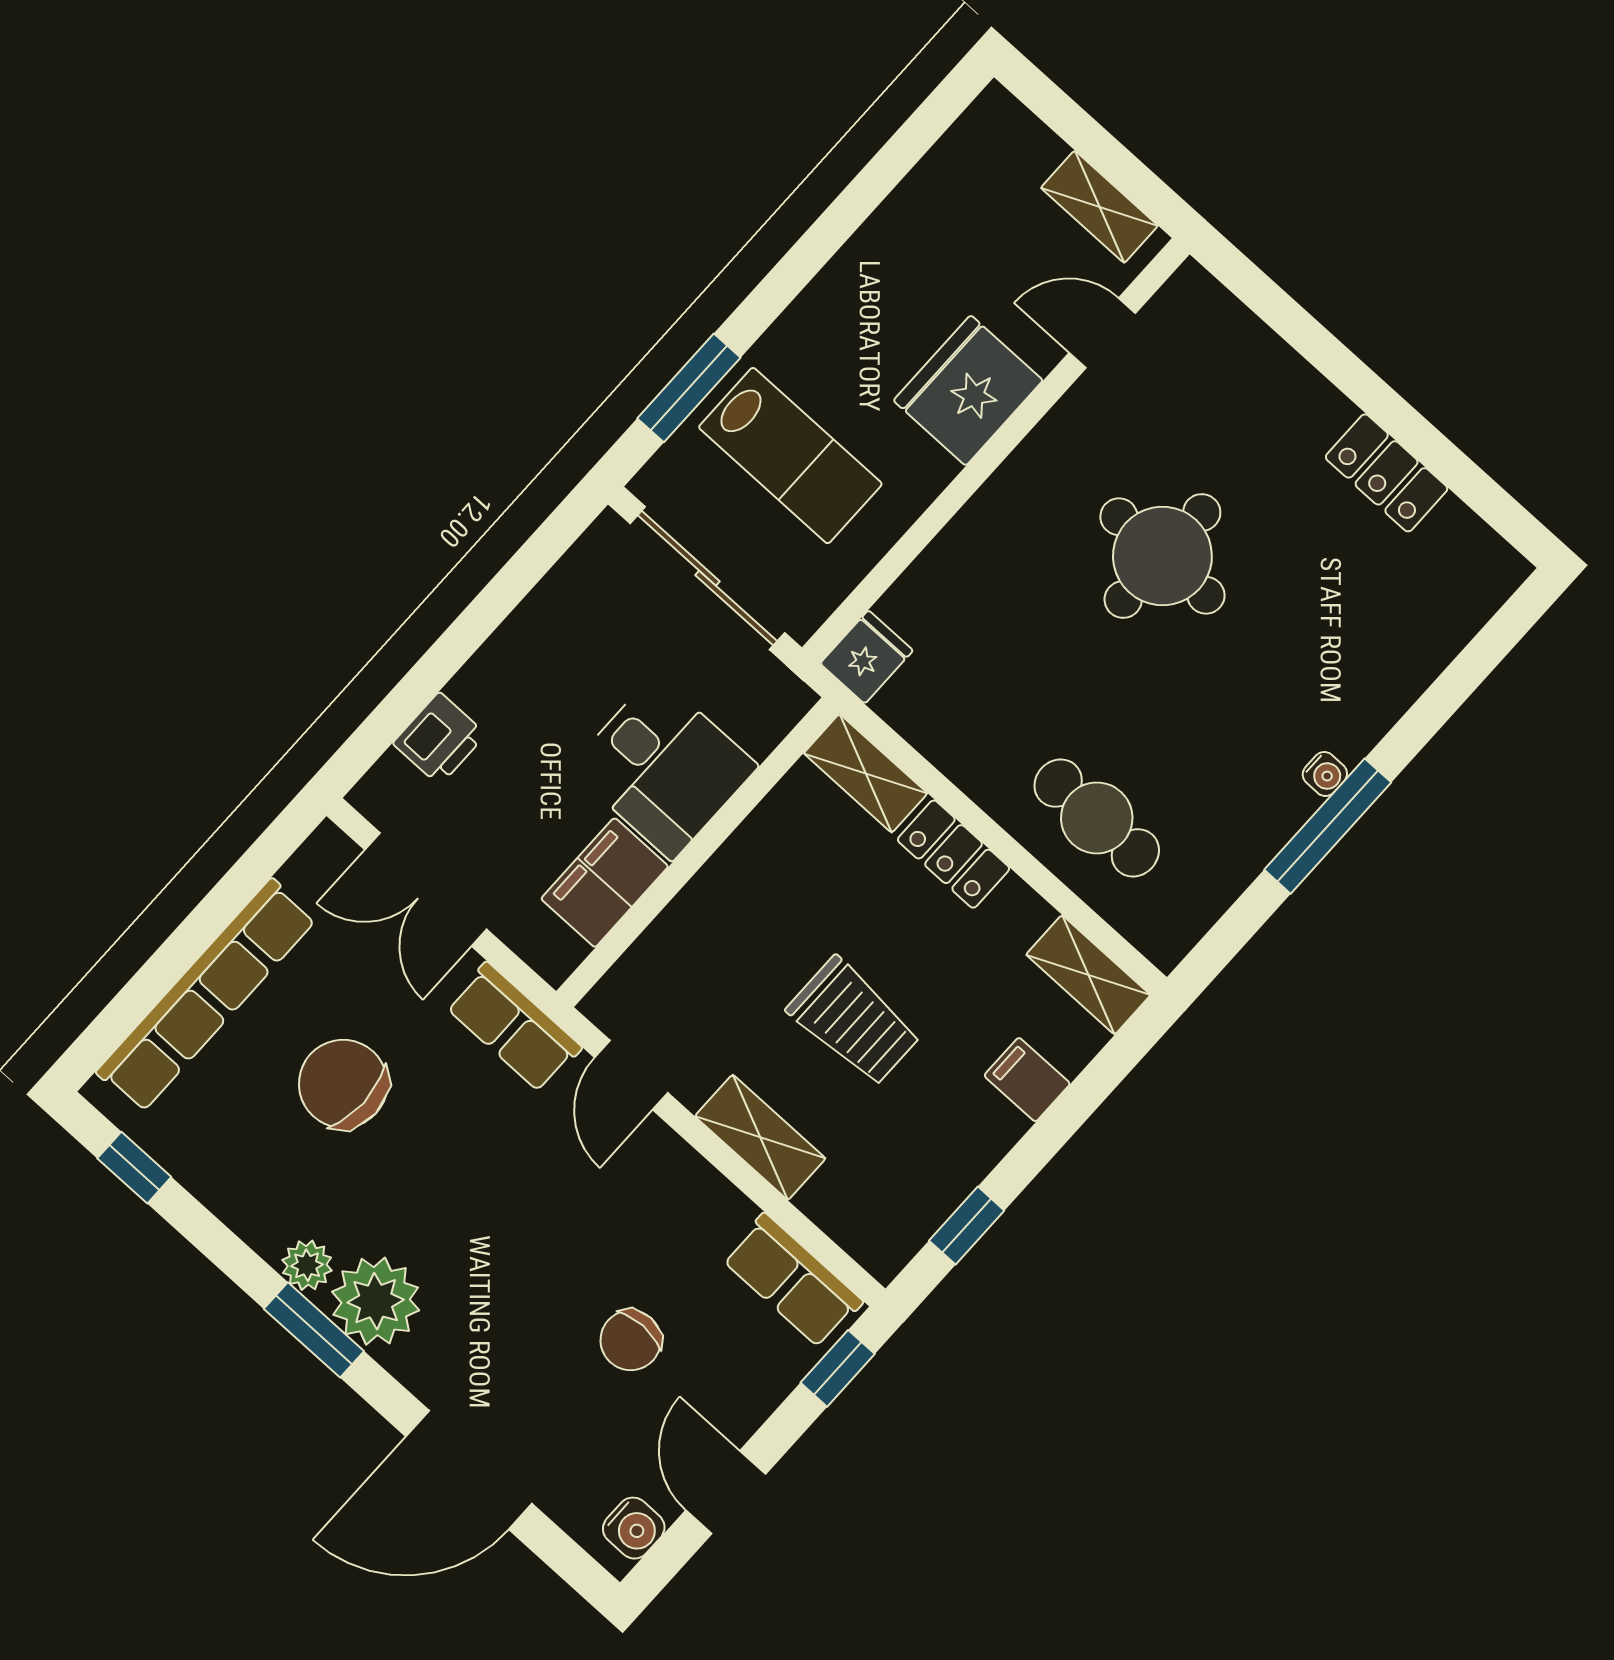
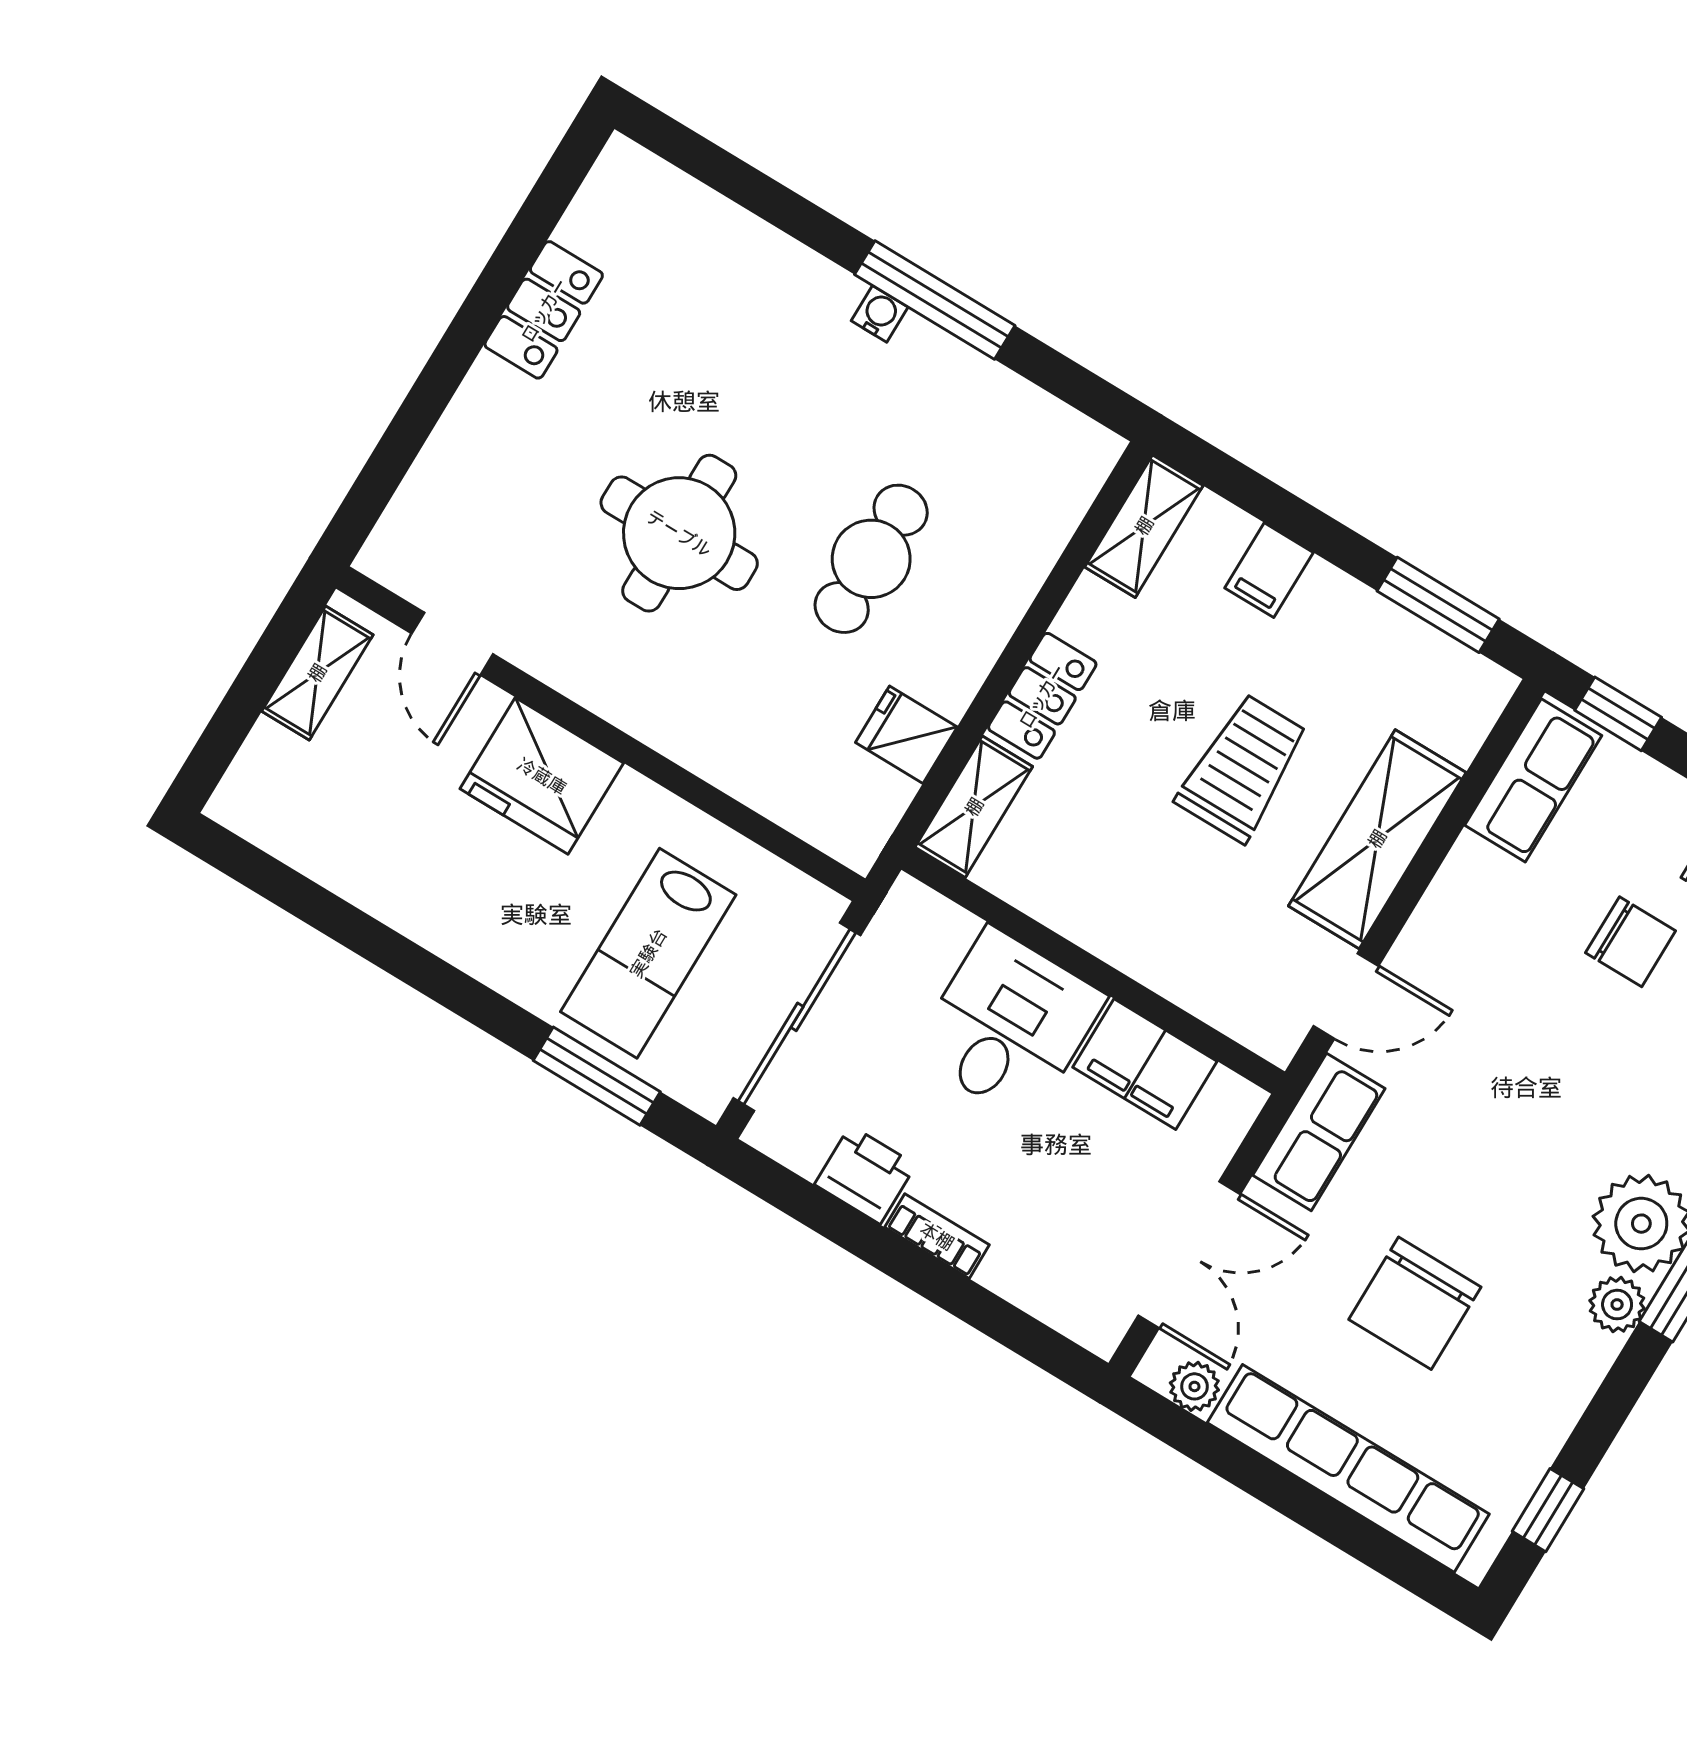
lab bench: (790, 456) -> (648, 953), turned 180
fridge: (867, 657) -> (906, 735), moved
bookcase: (486, 666) -> (937, 1236), added
printer: (439, 739) -> (865, 1175), moved
cafe table: (1097, 818) -> (871, 559), moved
plant: (307, 871) -> (1194, 1386), added
shelving: (760, 1137) -> (1377, 839), width x1.50, depth x1.33
window: (967, 1226) -> (1438, 605), width x1.50

